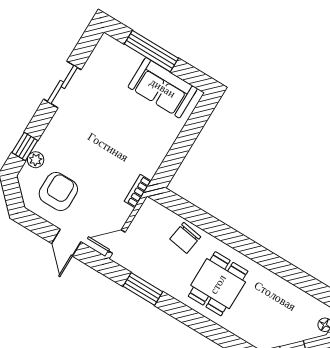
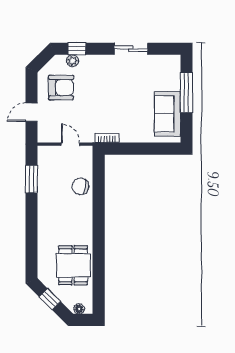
bookcase: (138, 191) -> (107, 138), moved
door: (117, 242) -> (70, 144), moved
dining table: (218, 284) -> (73, 265), moved, turned 90

